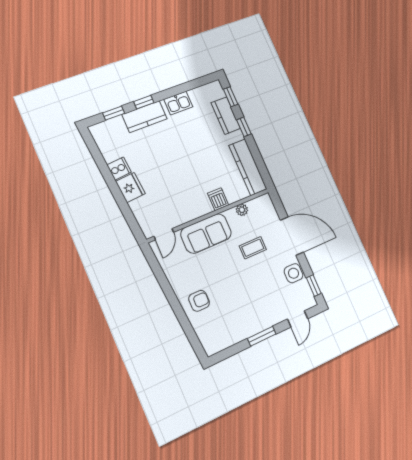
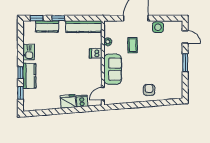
cooker: (119, 169) -> (82, 101), moved
door: (164, 234) -> (103, 94), swing flipped
window: (314, 286) -> (170, 18), removed

